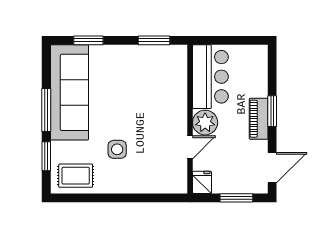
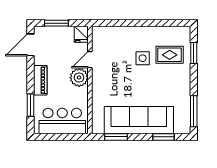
bar counter: (210, 77) -> (62, 121), moved, turned 90
sofa: (70, 92) -> (139, 120), moved, turned 90
window: (46, 110) -> (194, 111), moved
window: (272, 111) -> (30, 105), moved
rug: (76, 176) -> (170, 55), moved

